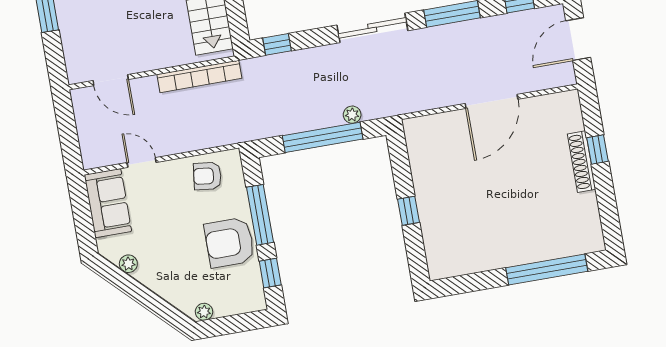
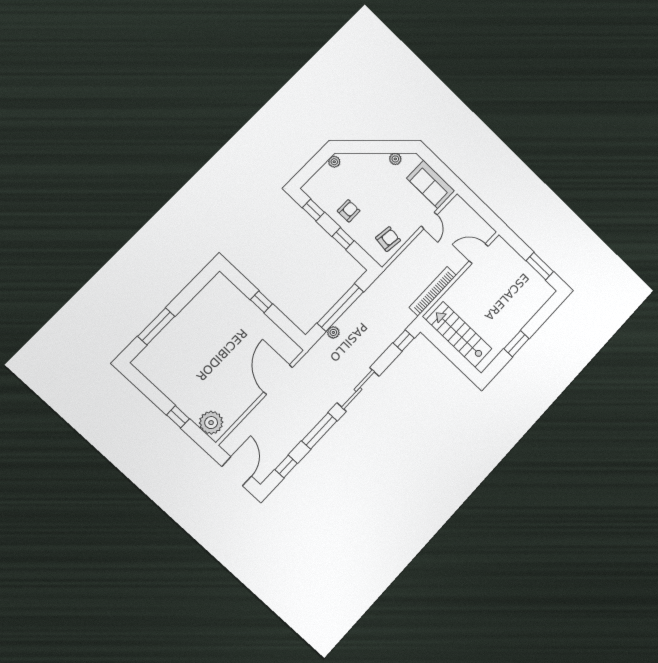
door: (491, 101) -> (278, 380), moved
plant: (566, 115) -> (211, 423), added
door: (142, 162) -> (429, 220), hinge flipped
shoe rack: (581, 162) -> (182, 403), removed
window: (260, 215) -> (343, 239), width x0.46
armchair: (230, 242) -> (349, 211), width x0.53, depth x0.53
window: (547, 269) -> (156, 326), width x0.68

